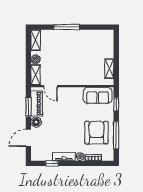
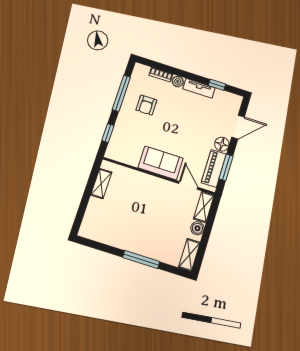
sofa: (98, 95) -> (161, 163), moved
armchair: (96, 133) -> (146, 105), width x0.53, depth x0.53

